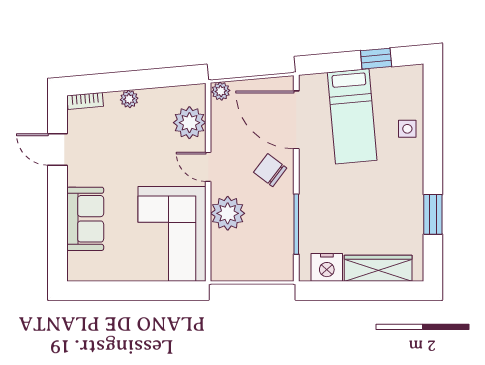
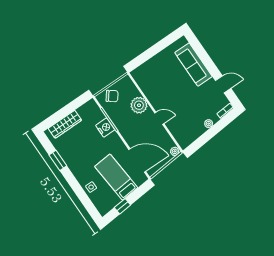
plant: (189, 123) -> (178, 131), removed
chair: (270, 170) -> (112, 96), moved
sofa: (85, 219) -> (194, 65), width x1.36
corner sofa: (172, 234) -> (155, 82), removed
nightstand: (327, 267) -> (105, 128), moved, turned 90

